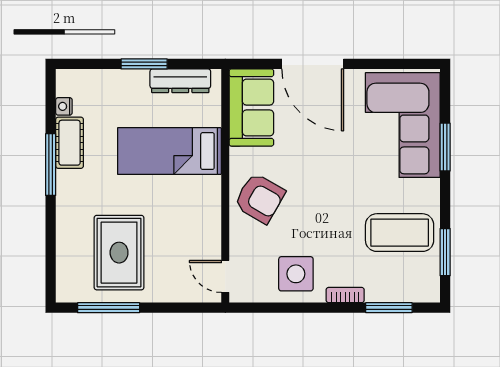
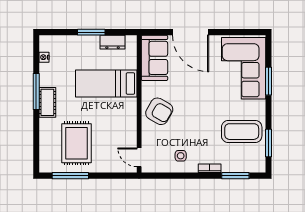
dresser: (180, 81) -> (113, 42), width x0.70
cot: (70, 143) -> (47, 102), moved
side table: (296, 274) -> (181, 156), width x0.54, depth x0.54

